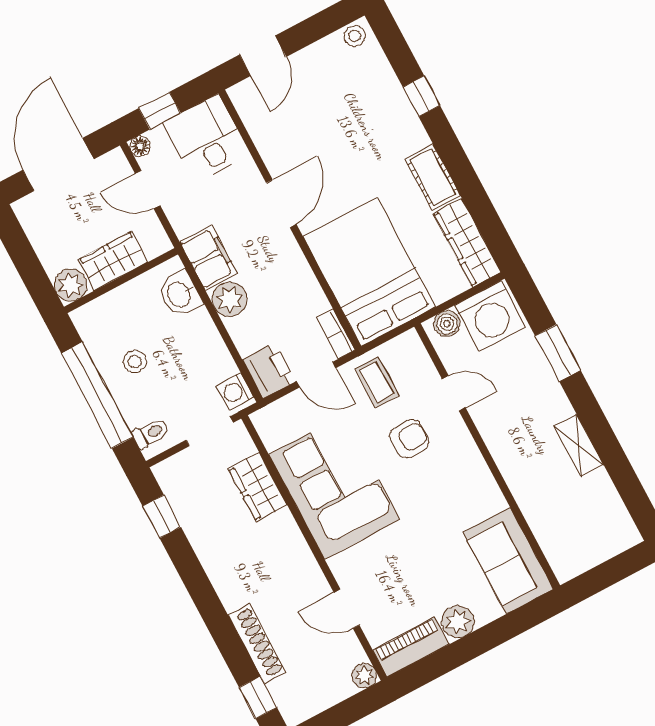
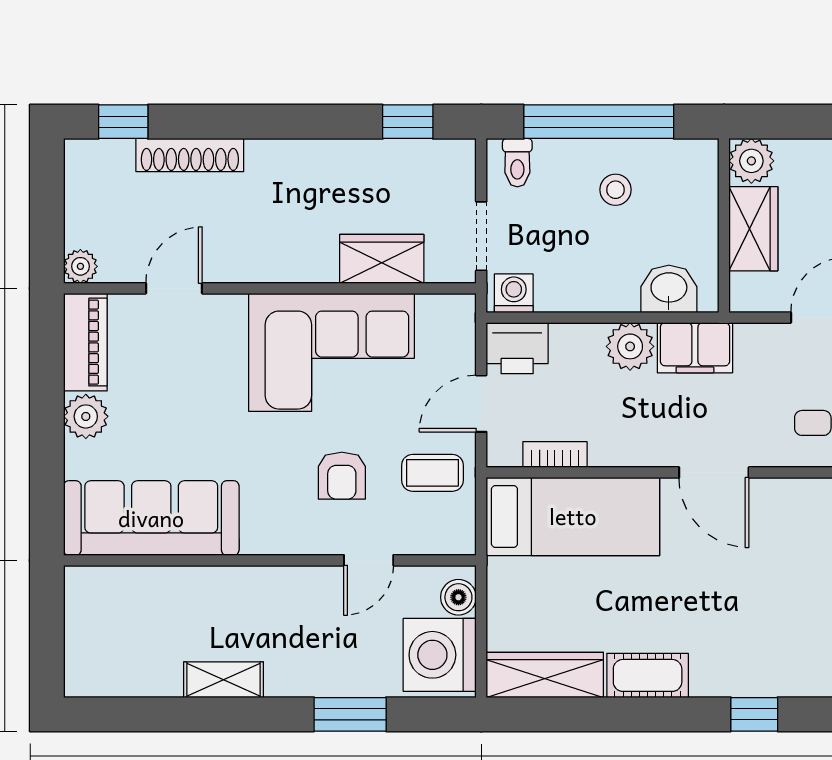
bed: (369, 272) -> (573, 516), width x0.67
bookcase: (336, 334) -> (555, 455), moved
sofa: (508, 560) -> (151, 518), width x1.36

